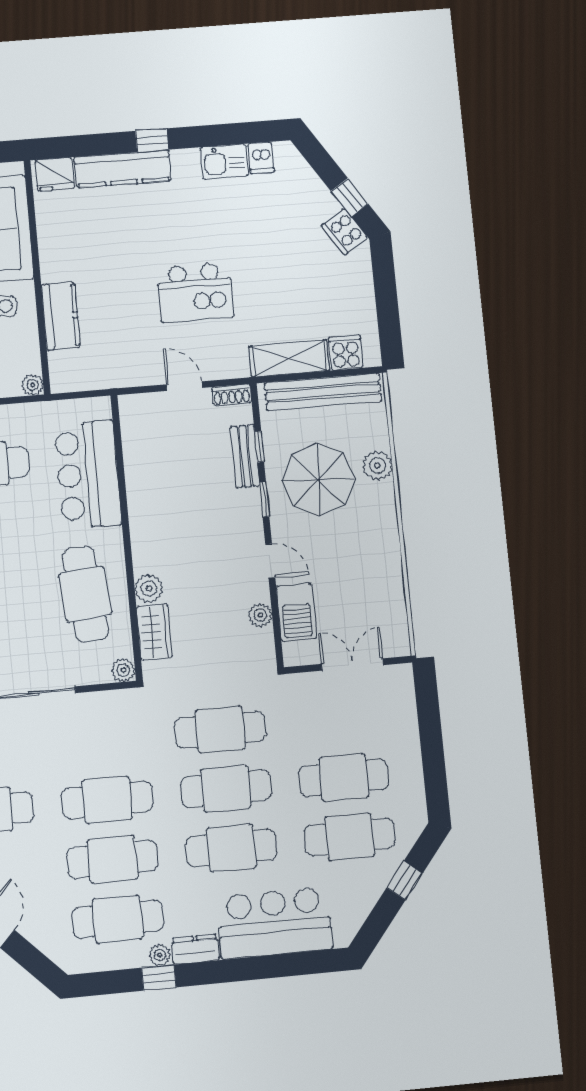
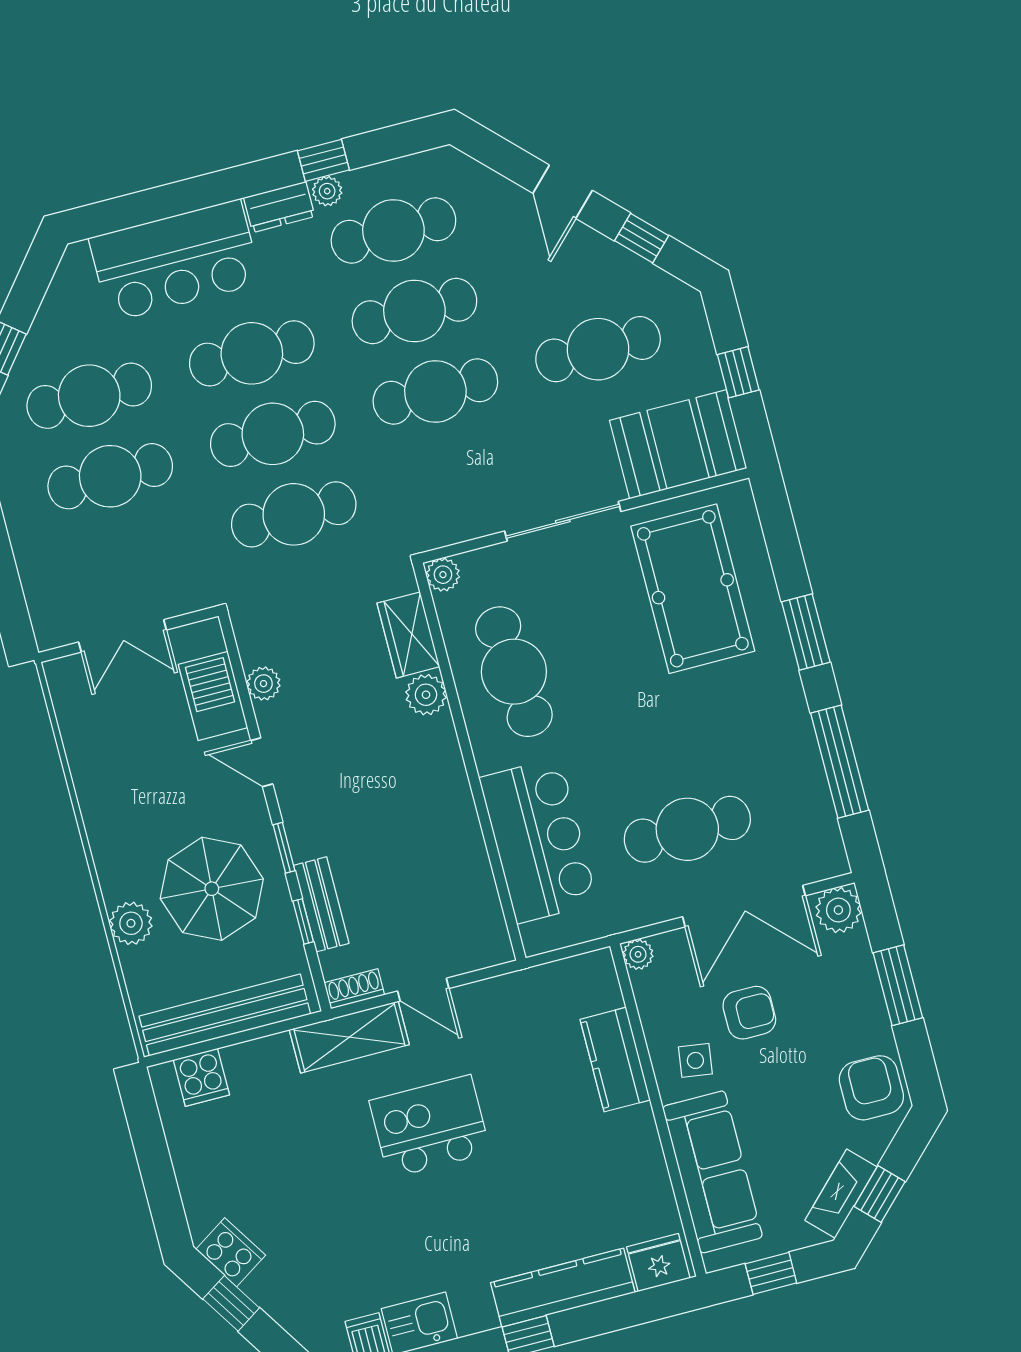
shelving: (289, 358) -> (349, 1037), moved

